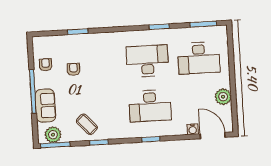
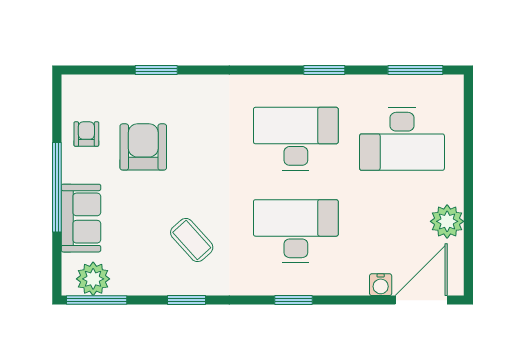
armchair: (74, 69) -> (143, 147), width x1.88, depth x1.88
desk: (150, 106) -> (296, 231), turned 180
coffee table: (87, 124) -> (192, 240), moved
door: (213, 136) -> (421, 300), hinge flipped

